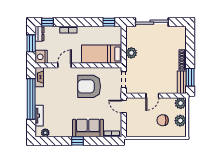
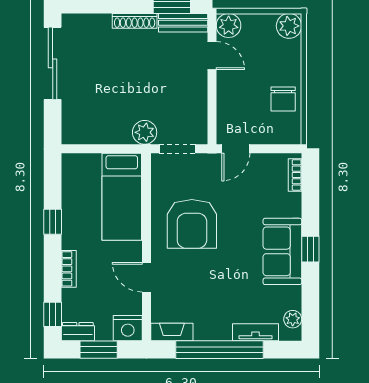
window: (109, 22) -> (53, 222), moved
sliding door: (152, 22) -> (53, 63), moved
plant: (131, 53) -> (145, 132), moved
door: (152, 96) -> (212, 55), moved
chair: (163, 120) -> (283, 99), moved
plant: (180, 121) -> (289, 26), moved
sofa: (88, 128) -> (282, 251), moved

